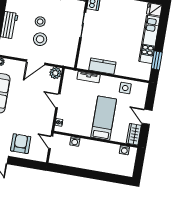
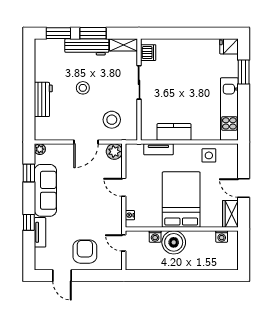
stool: (40, 39) -> (112, 120), moved
kitchen unit: (149, 39) -> (229, 109), moved
window: (157, 60) -> (244, 72), moved
bed: (104, 118) -> (181, 200), width x1.50
boiler: (88, 148) -> (174, 242), added

